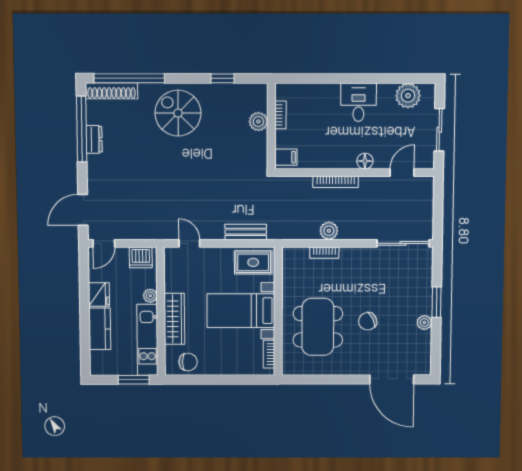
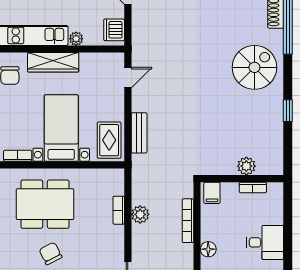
bookcase: (280, 115) -> (253, 188), moved
plant: (258, 122) -> (246, 166), moved
wall: (271, 126) -> (242, 179), moved
filing cabinet: (286, 157) -> (212, 193), moved

